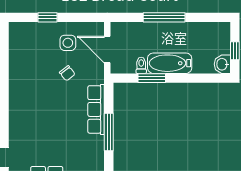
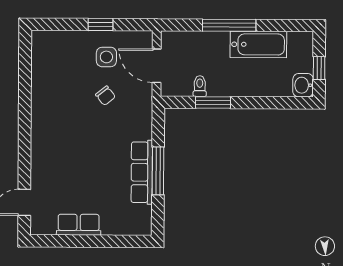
window: (48, 17) -> (100, 25), moved
bathtub: (170, 63) -> (258, 44), moved, turned 180
row of seats: (96, 109) -> (142, 172), moved

